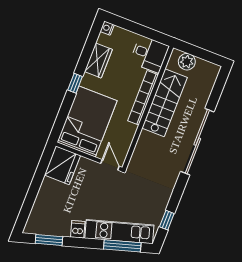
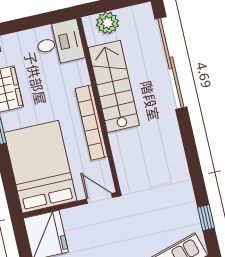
bookcase: (143, 98) -> (91, 122), moved
sliding door: (197, 142) -> (171, 63), moved

